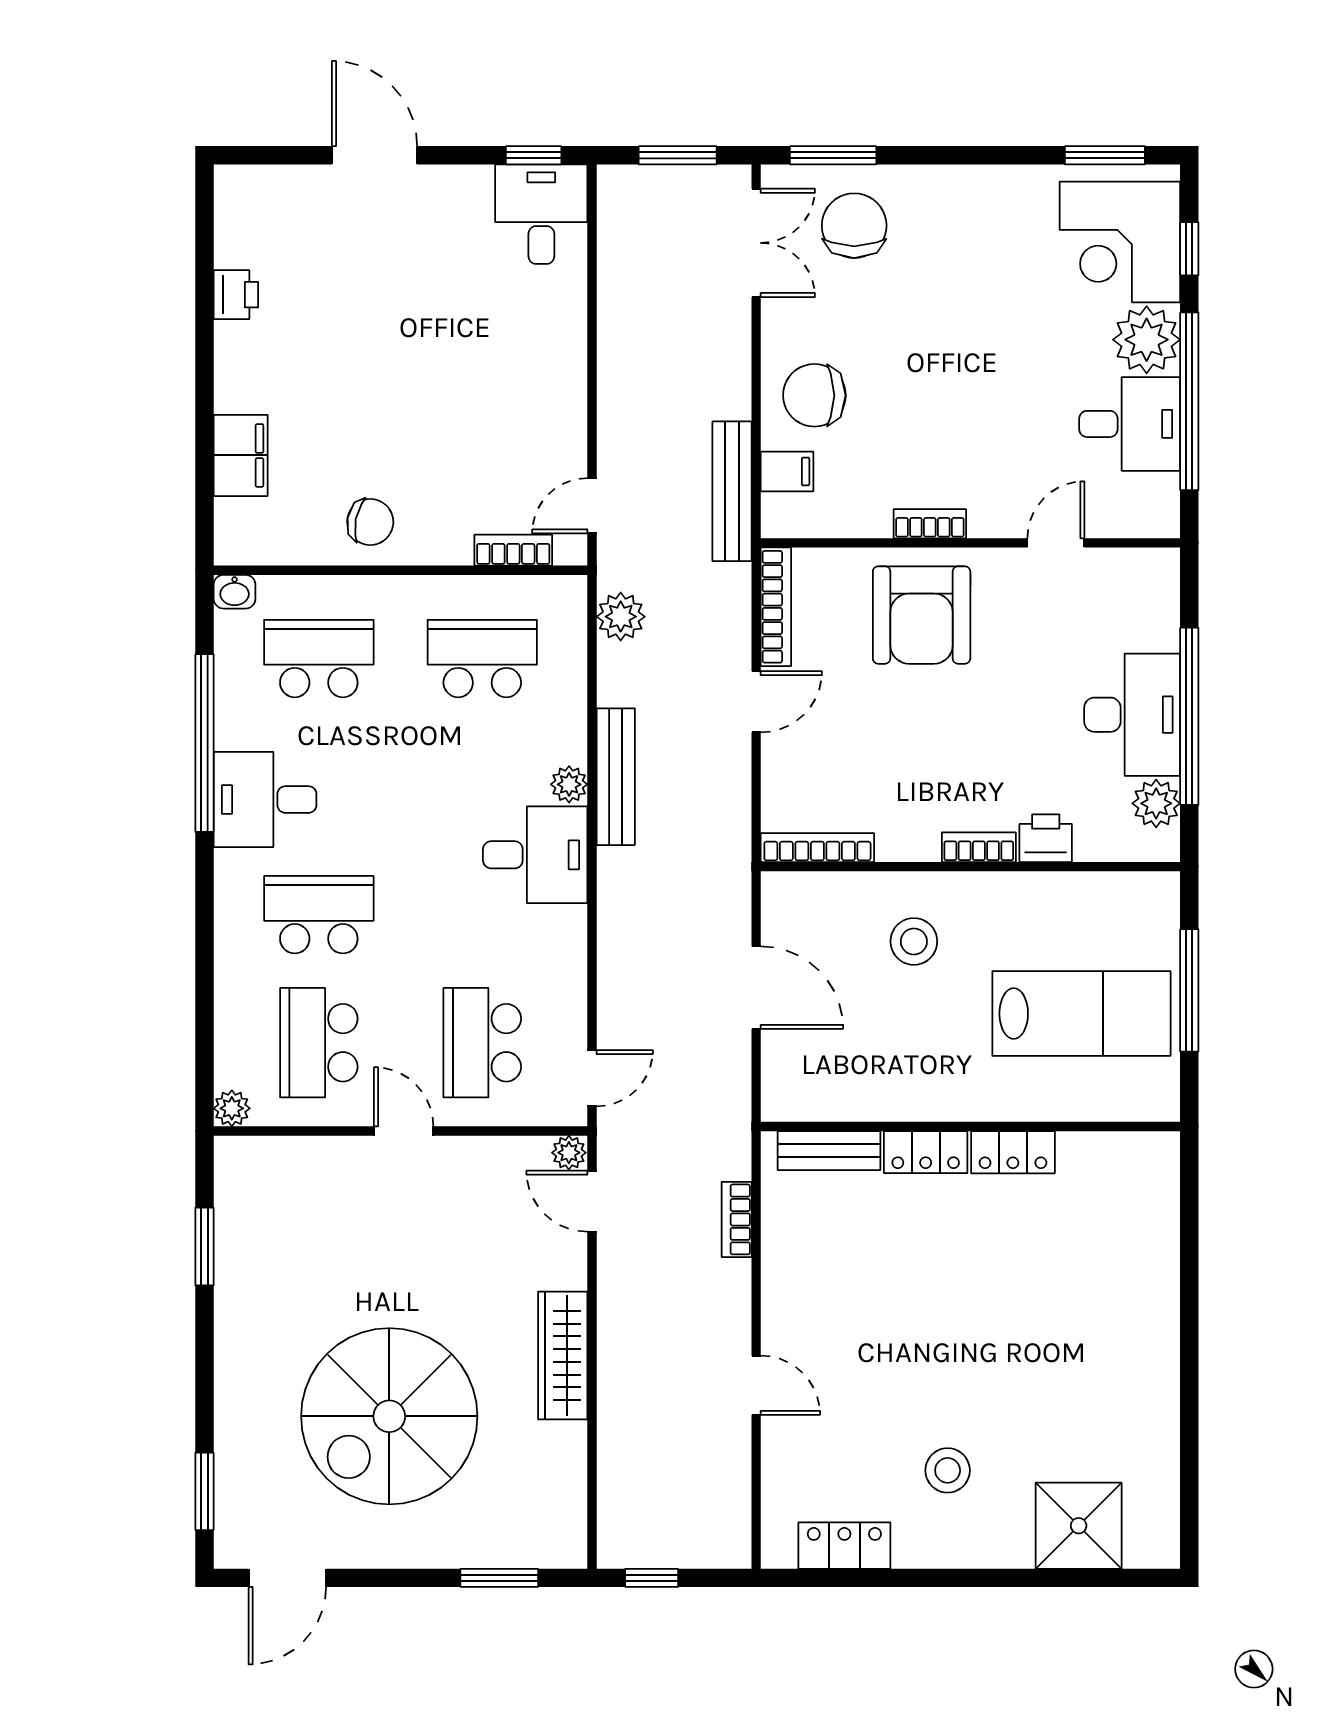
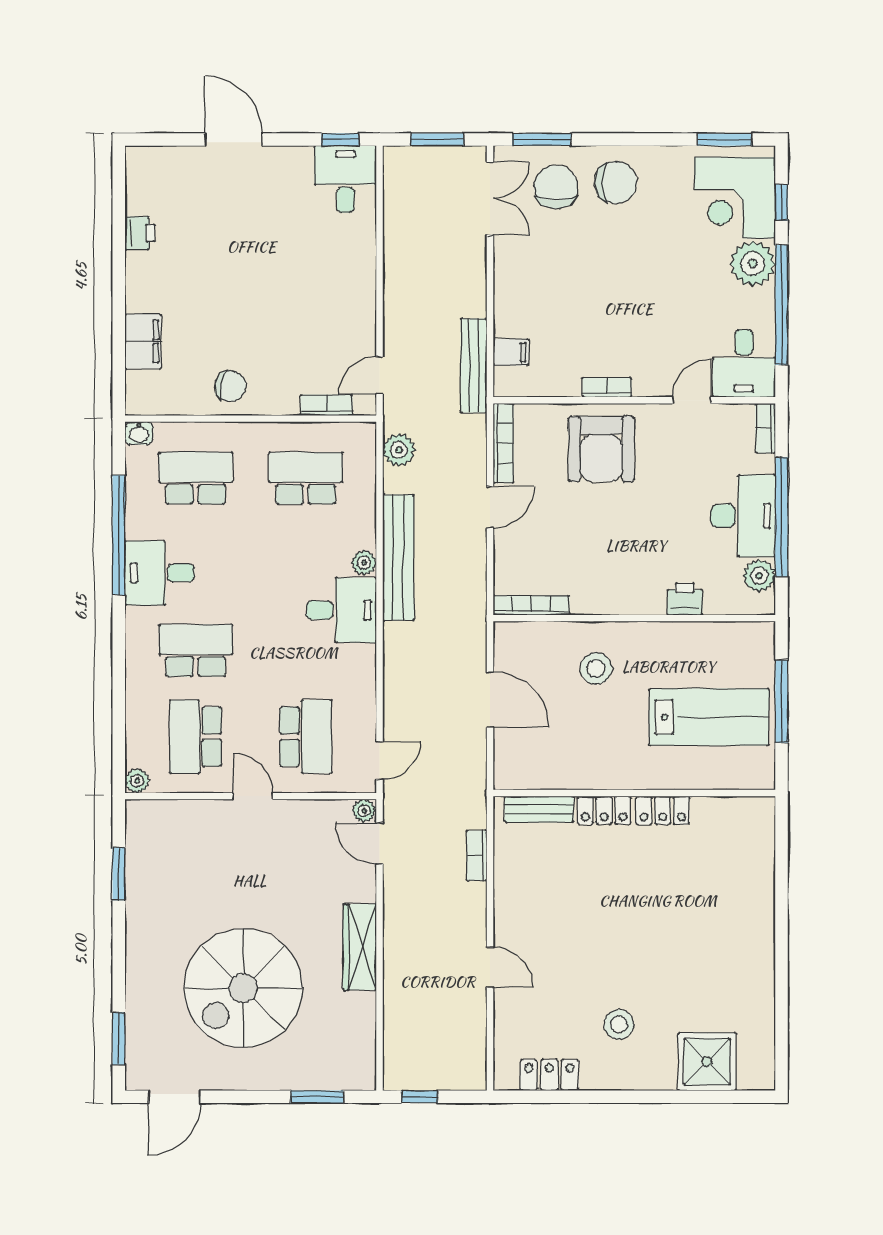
chair: (814, 395) -> (616, 182), moved, turned 180
desk: (1130, 424) -> (744, 363), moved, turned 90
bench: (616, 777) -> (398, 558), width x1.37, depth x1.21
bookcase: (979, 847) -> (765, 428), moved, turned -90
school desk: (482, 1043) -> (306, 737), turned 180

